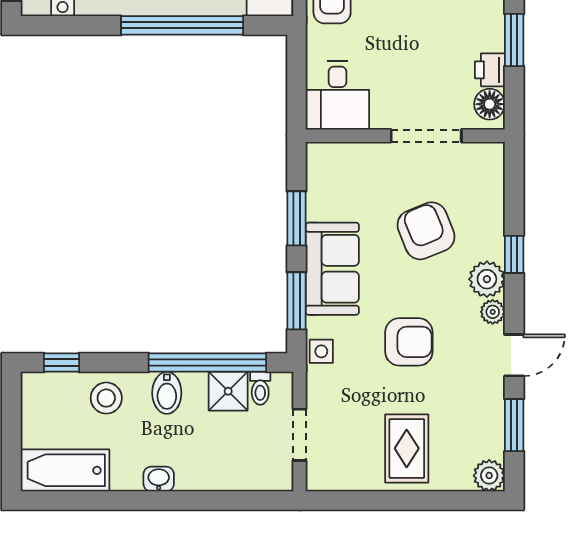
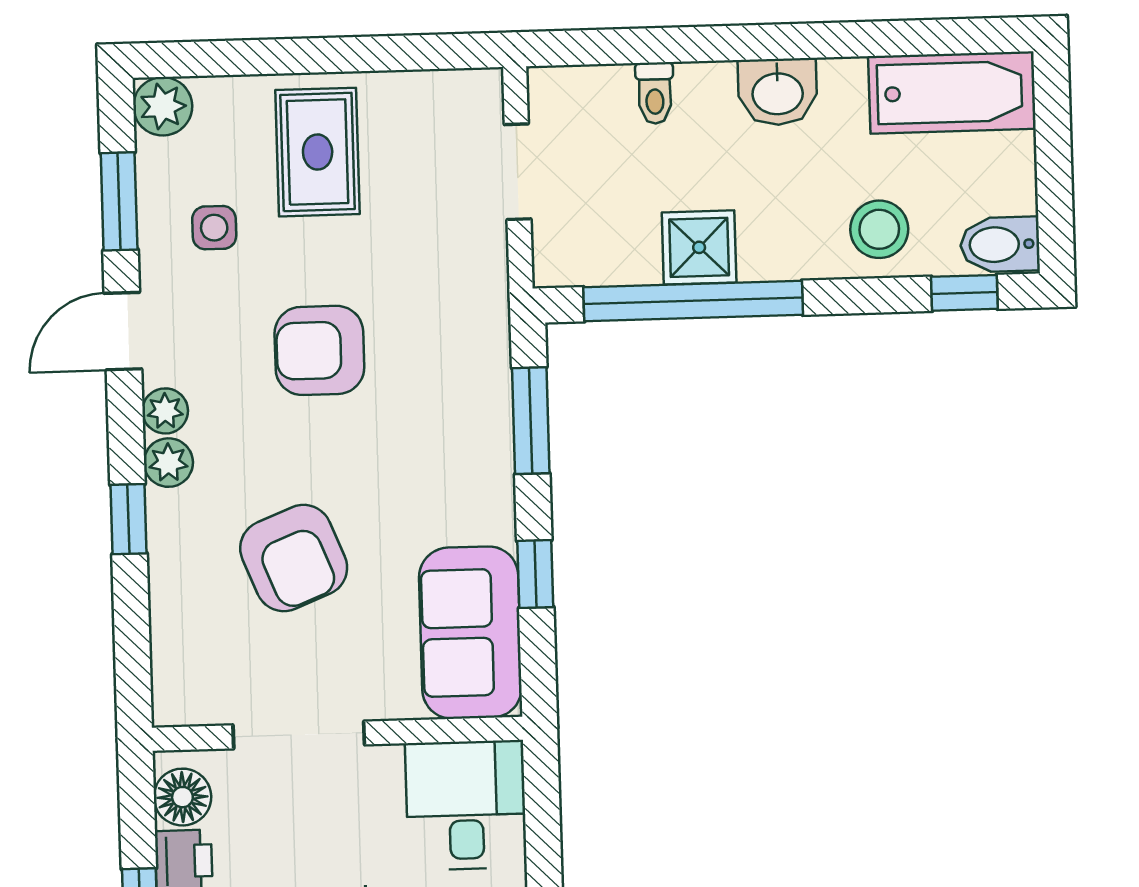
window: (296, 218) -> (535, 574), width x0.67
sofa: (332, 269) -> (470, 633), moved
plant: (487, 279) -> (168, 463), width x0.73, depth x0.73
side table: (321, 351) -> (214, 228), moved
toilet: (260, 388) -> (655, 93), moved, turned 180
shower: (228, 391) -> (699, 247), moved
bidet: (167, 393) -> (1000, 244), moved, turned -90
washbasin: (159, 479) -> (778, 92), width x1.38, depth x1.45

